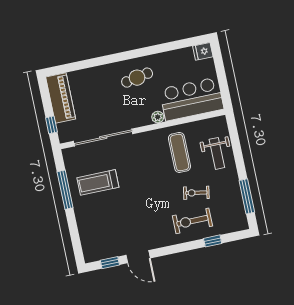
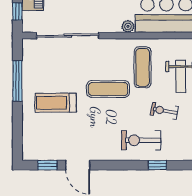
exercise mat: (151, 180) -> (108, 89), added
treadmill: (98, 182) -> (56, 103), moved
exercise bike: (196, 193) -> (164, 111), moved

